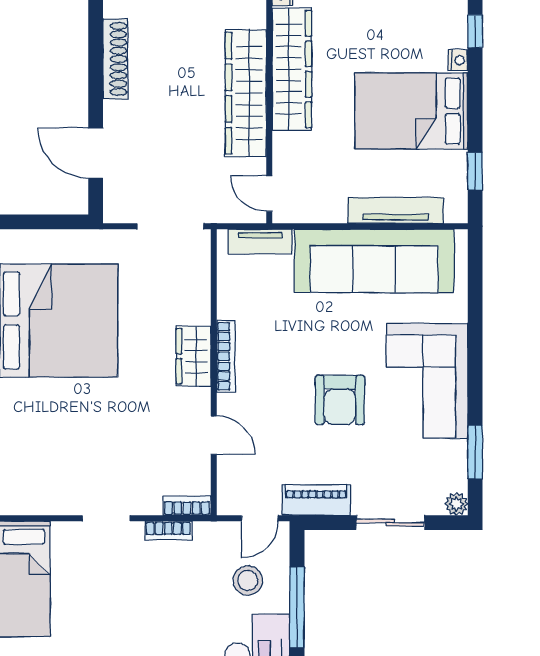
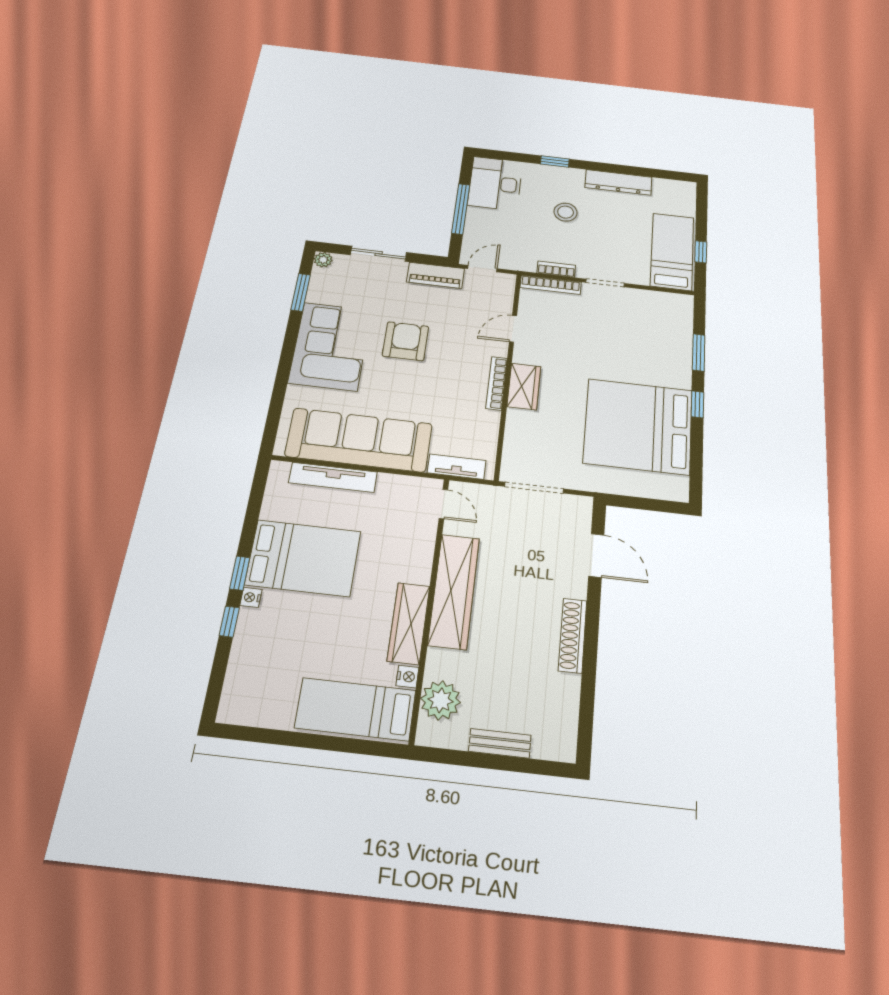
wardrobe: (292, 69) -> (409, 623), width x0.71, depth x0.85
window: (475, 171) -> (240, 573), moved
door: (214, 435) -> (513, 329), hinge flipped
bookcase: (187, 506) -> (551, 285), width x1.56
stool: (248, 581) -> (566, 212), moved

